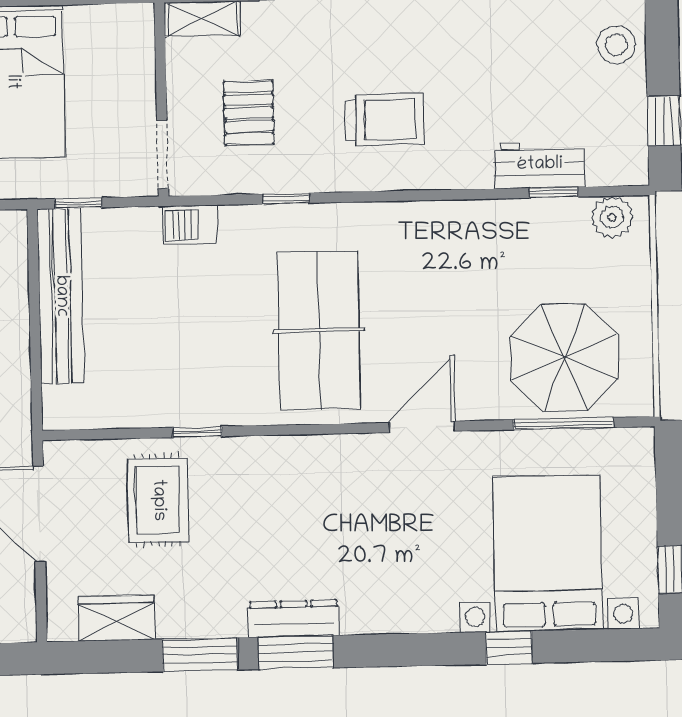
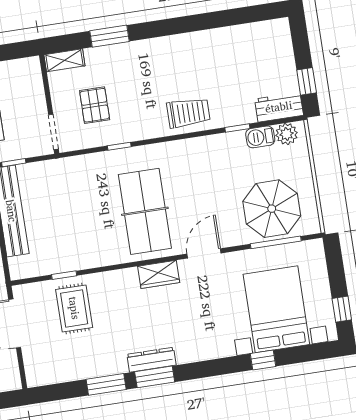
stool: (616, 45) -> (277, 46), removed
trolley: (384, 120) -> (188, 113), moved
workbench: (540, 165) -> (279, 107), moved
window: (553, 192) -> (237, 128), moved
barbecue: (190, 225) -> (260, 137), moved
window: (197, 432) -> (64, 275), moved
wardrobe: (116, 618) -> (159, 274), moved, turned 180

